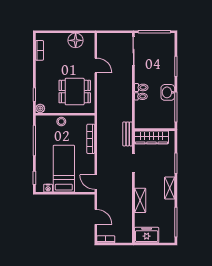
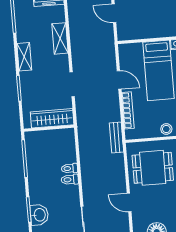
washbasin: (168, 92) -> (39, 215), moved
bench: (128, 134) -> (117, 138), moved
door: (96, 182) -> (119, 80), moved

